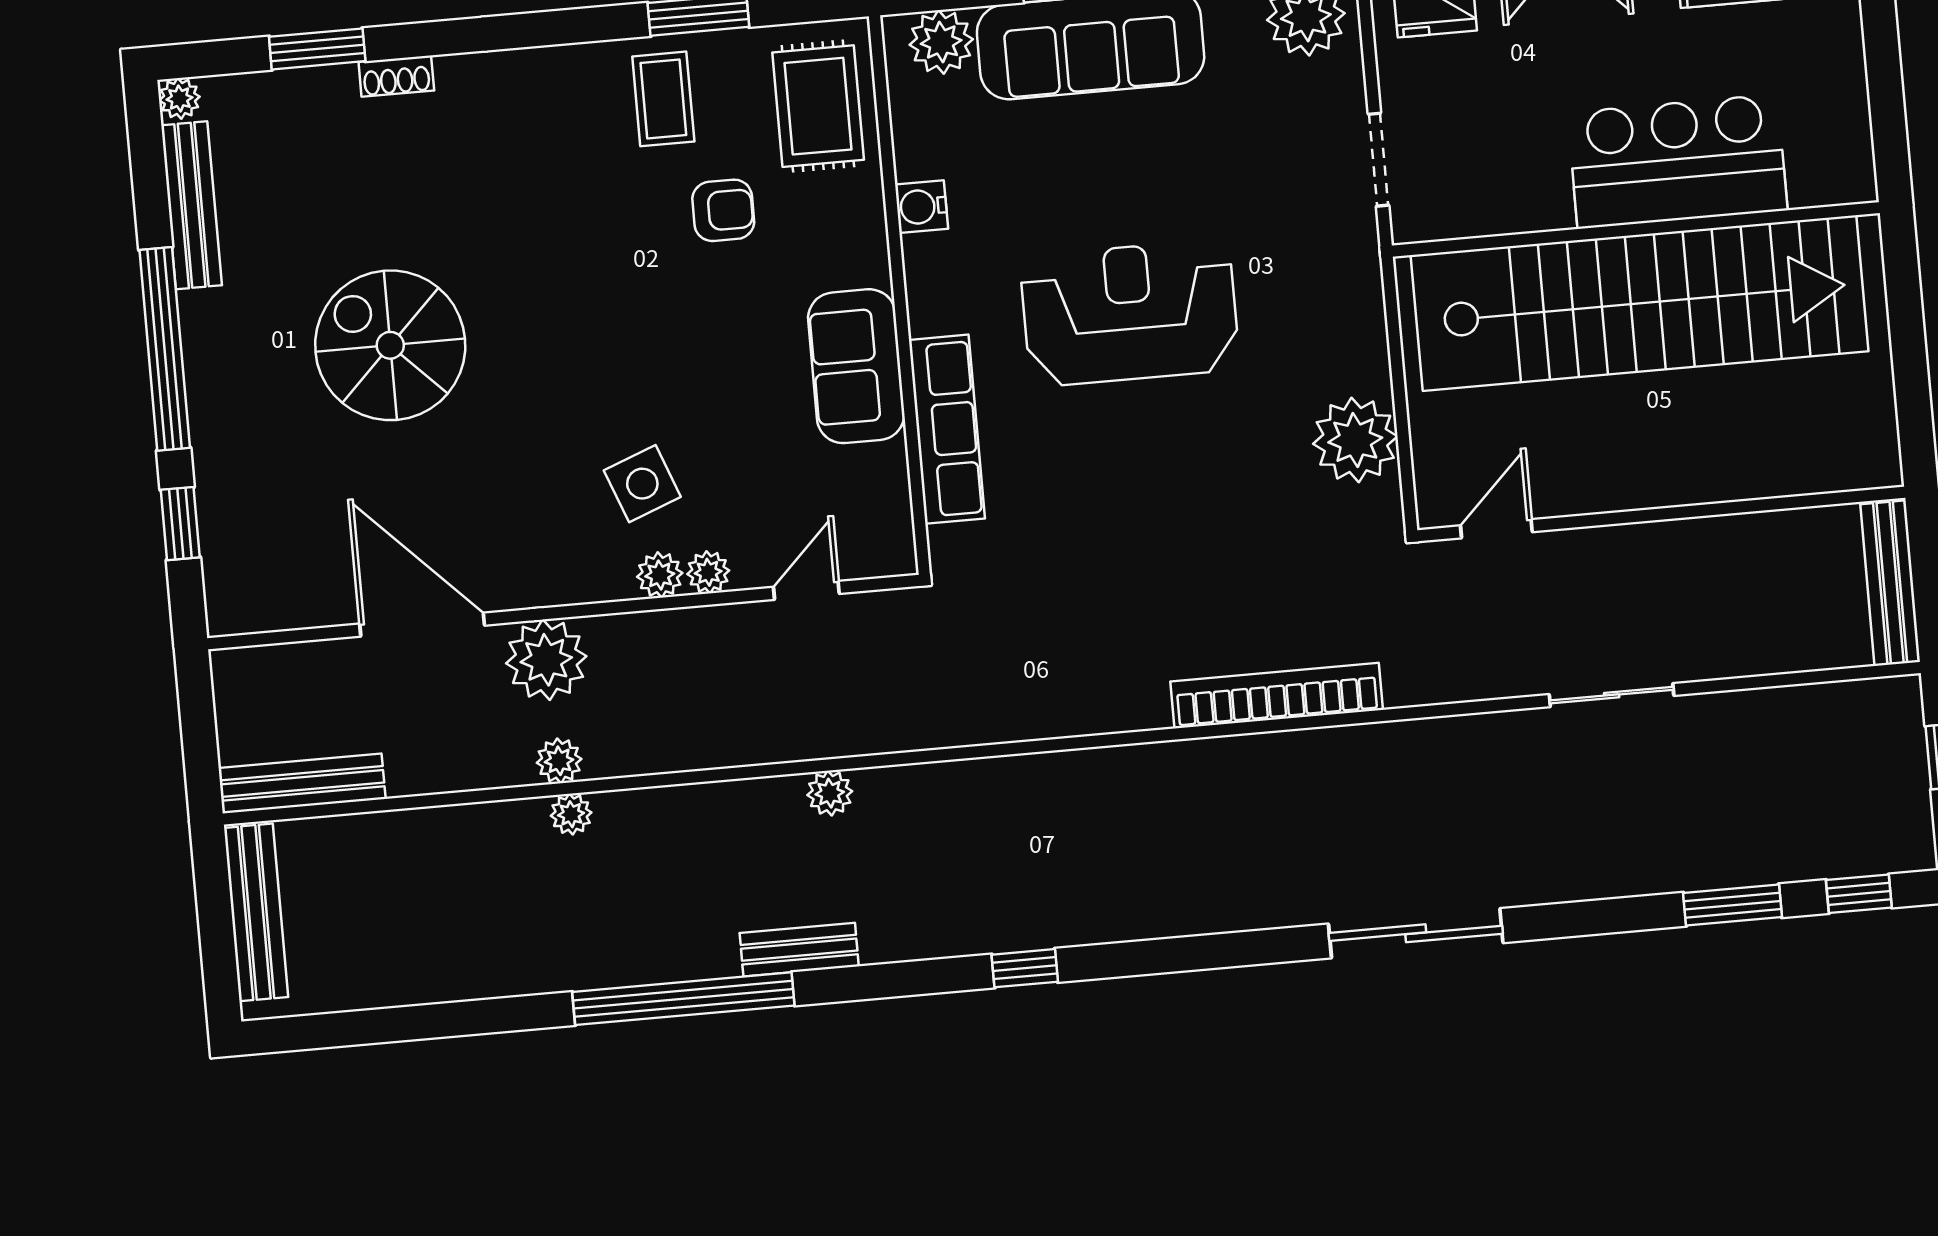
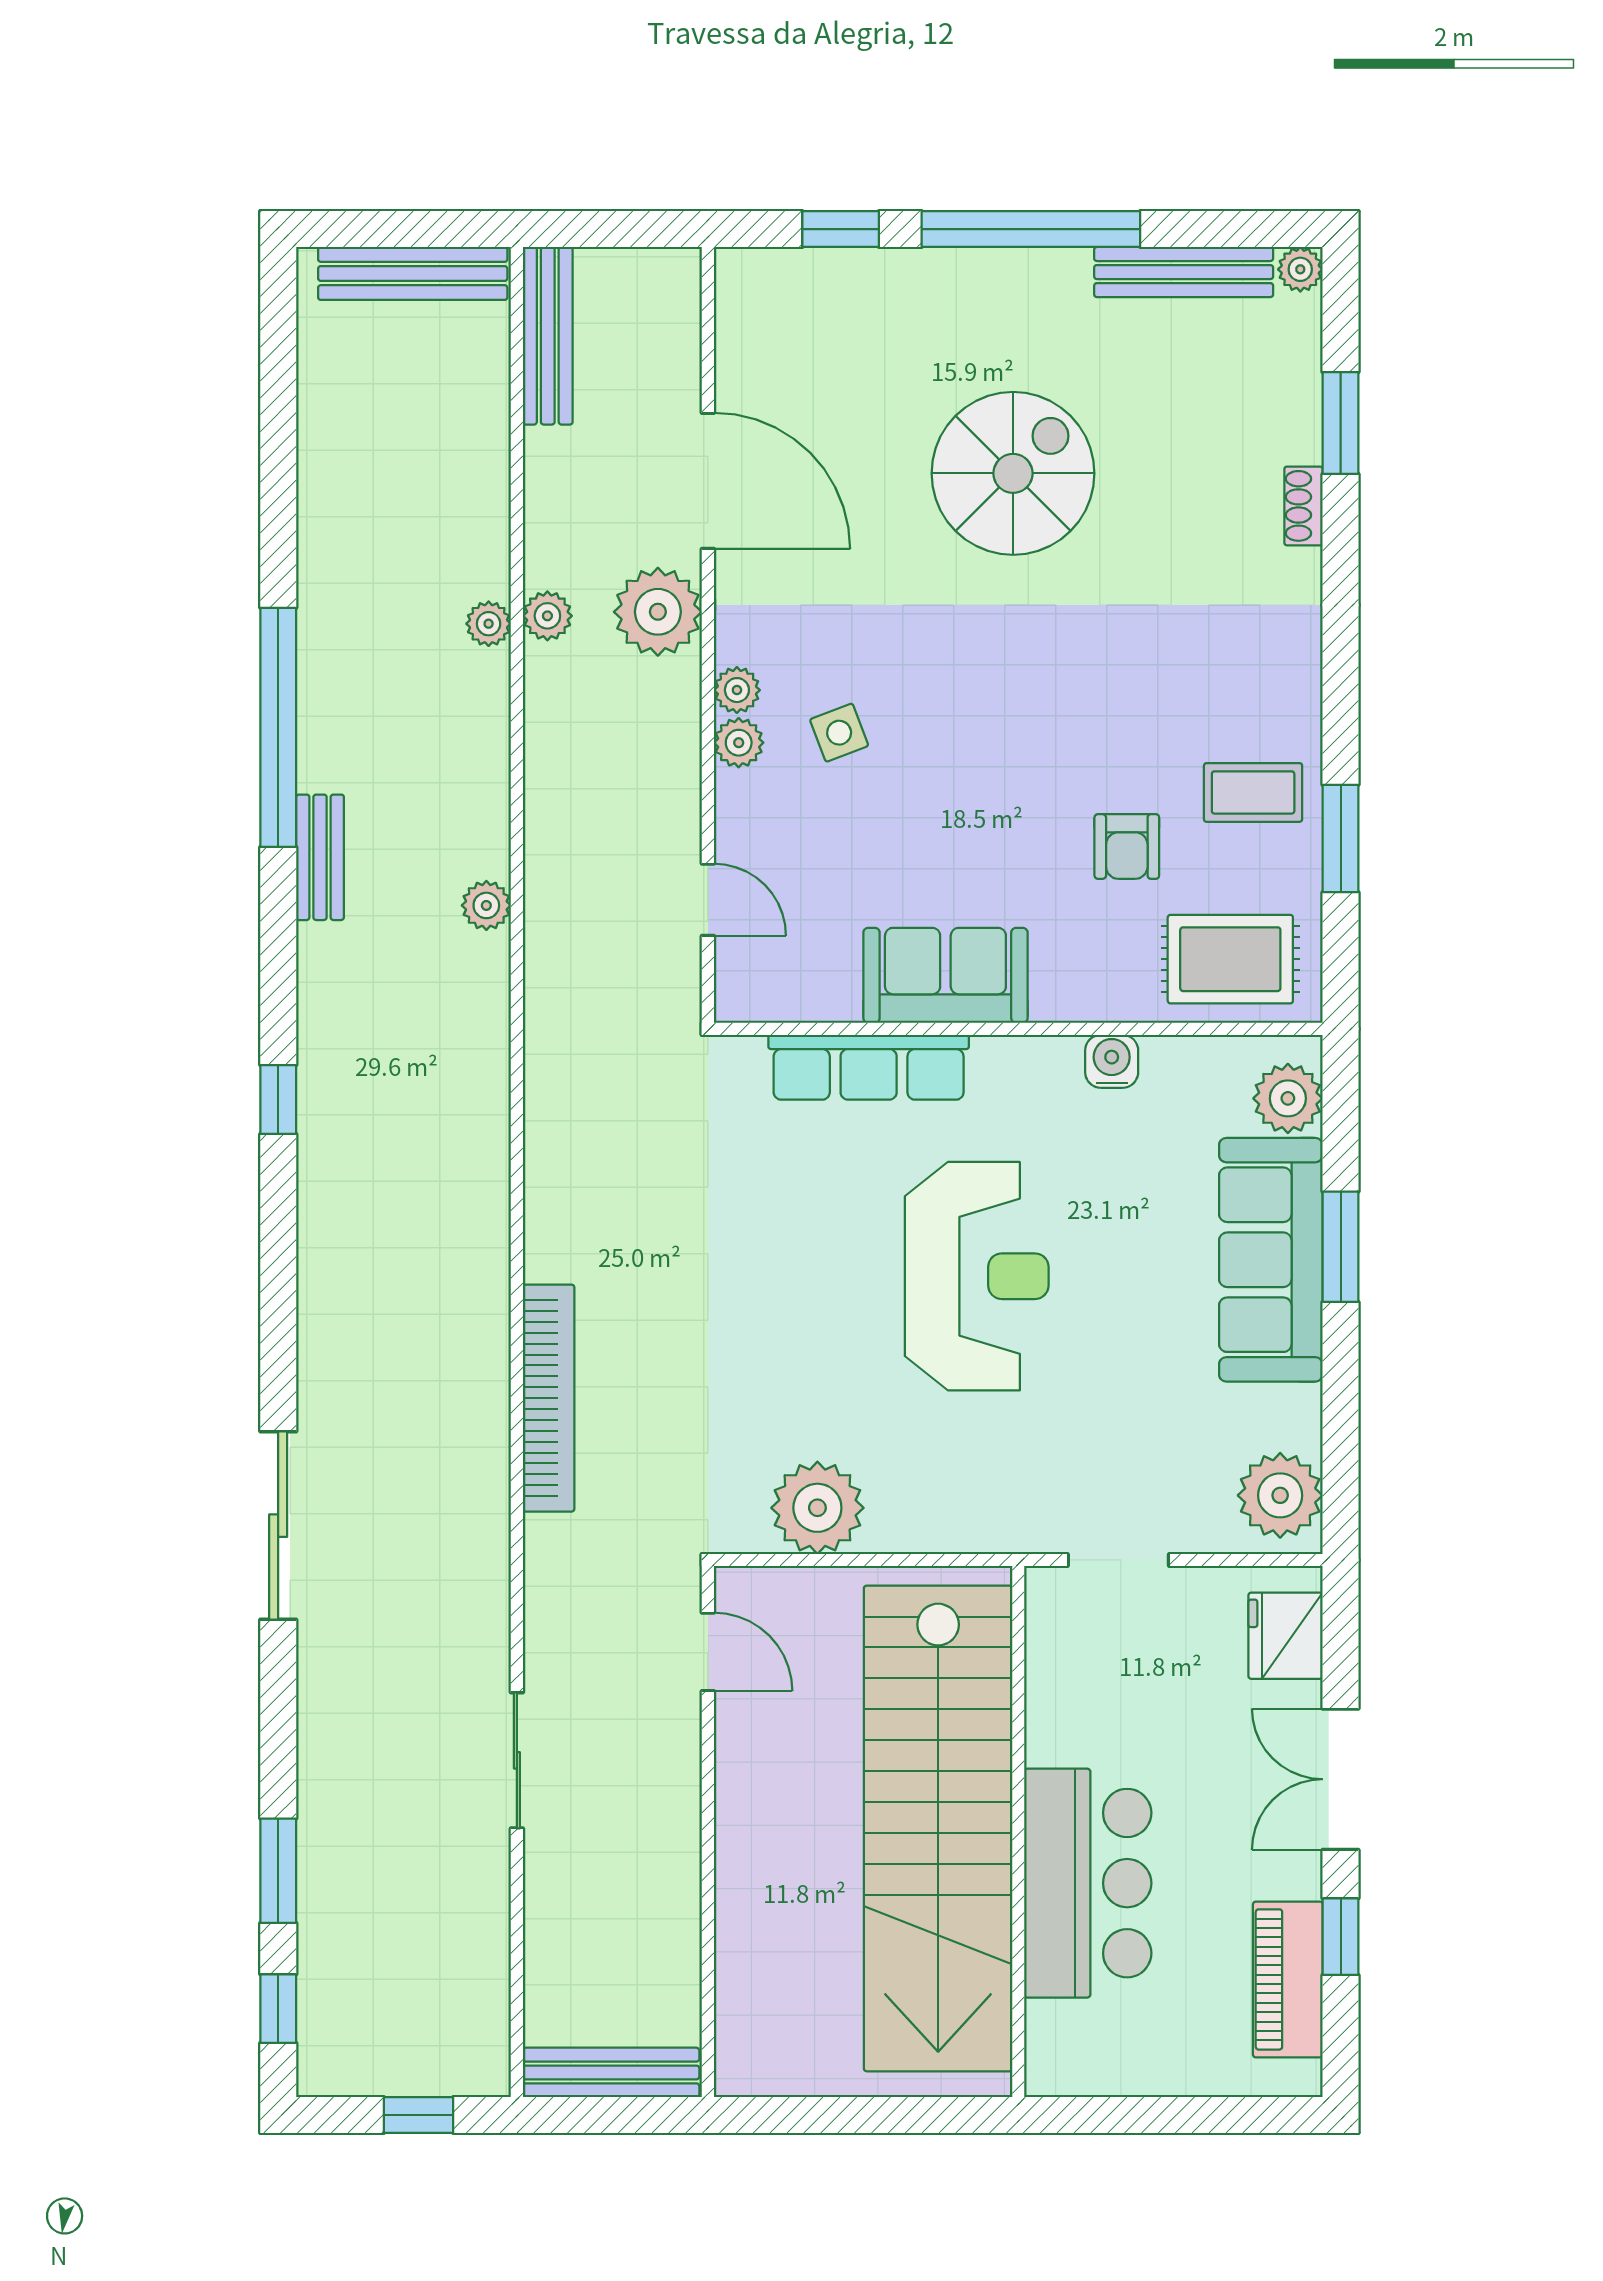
side table: (642, 484) -> (839, 733), width x0.73, depth x0.73
plant: (708, 572) -> (737, 690), moved
door: (422, 625) -> (708, 481), hinge flipped

